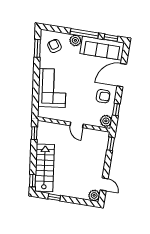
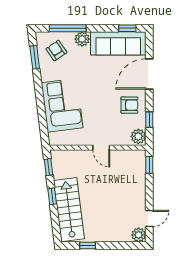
window: (84, 33) -> (68, 28), moved
window: (33, 181) -> (52, 196), moved
door: (104, 184) -> (149, 218), hinge flipped

